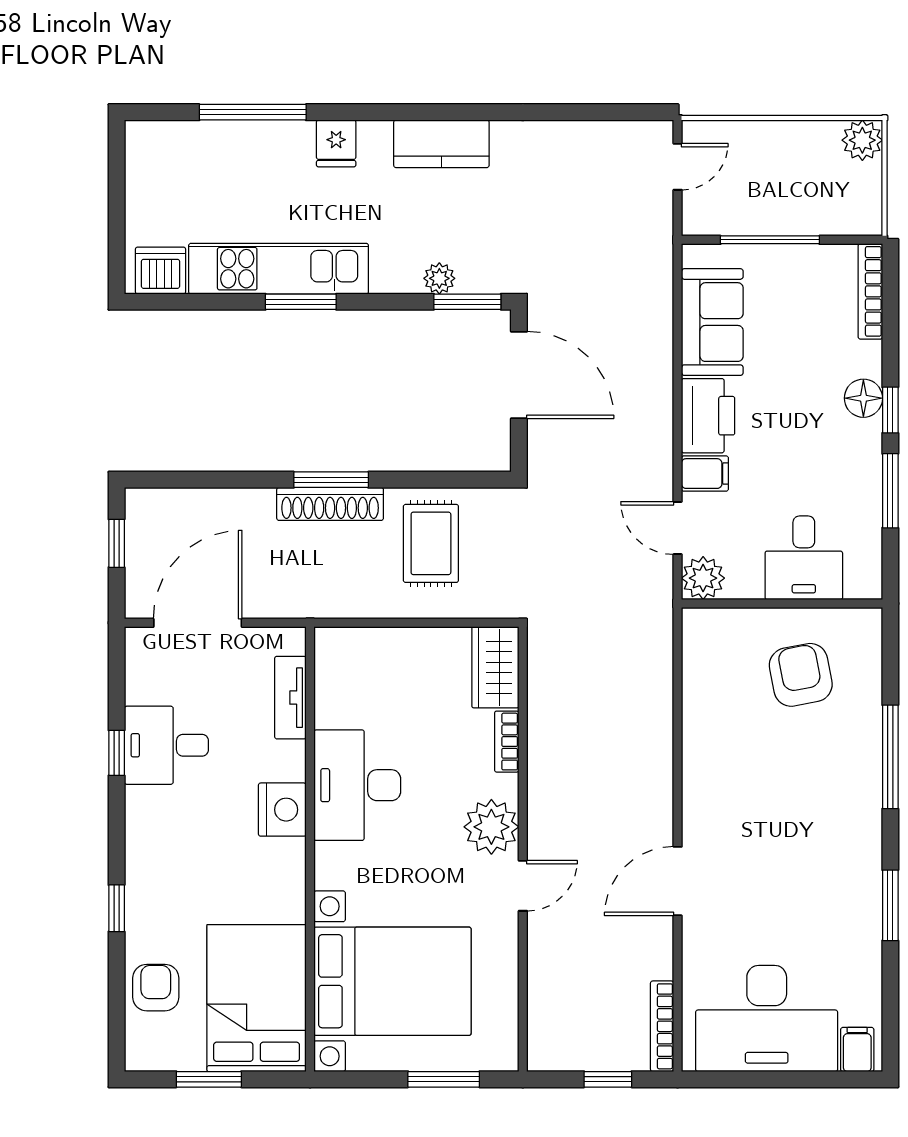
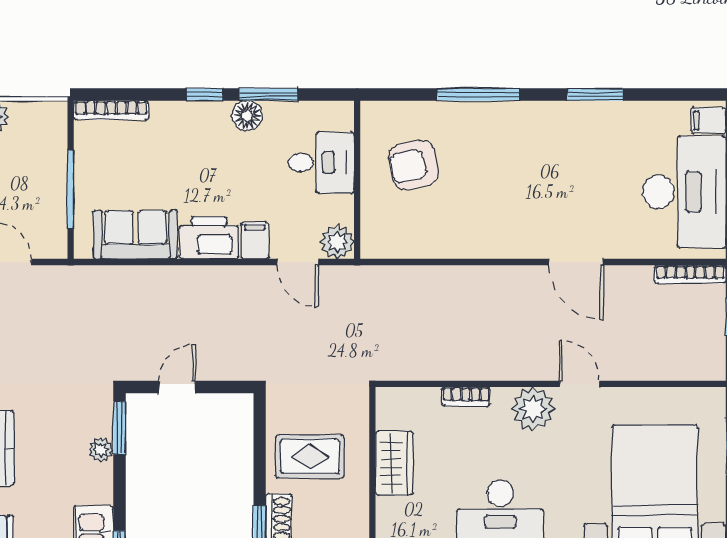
door: (519, 375) -> (177, 387), width x0.53
floor lamp: (863, 398) -> (247, 116), moved
door: (678, 528) -> (298, 262), hinge flipped
wardrobe: (495, 667) -> (394, 463), moved, turned -90

